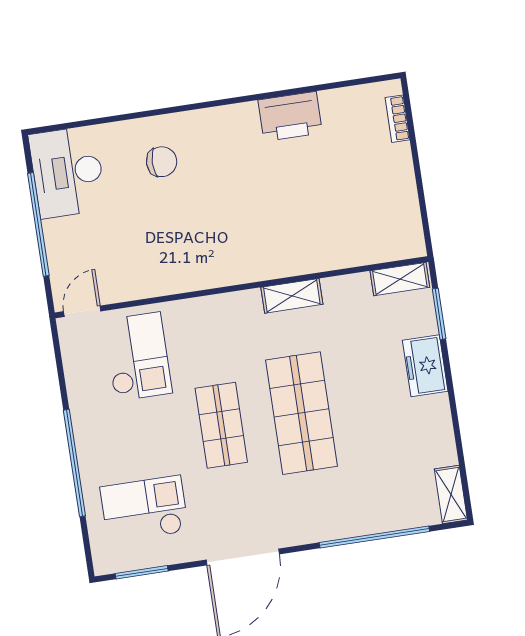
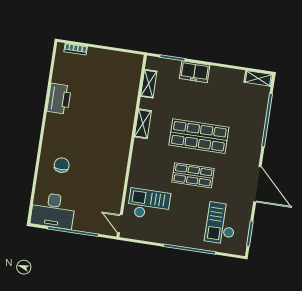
shelving: (400, 279) -> (149, 84), moved

